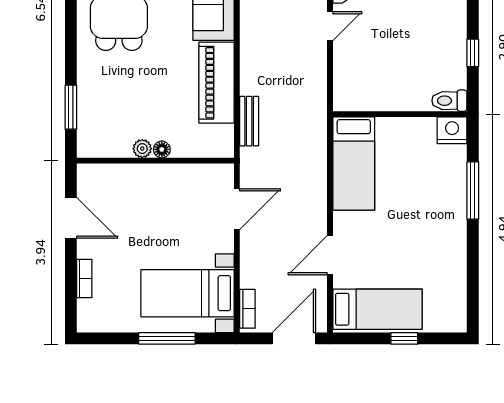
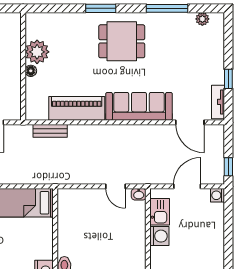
window: (71, 107) -> (101, 8), moved
plant: (142, 149) -> (37, 52), width x1.88, depth x1.88

